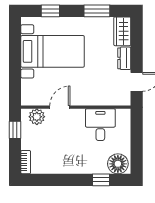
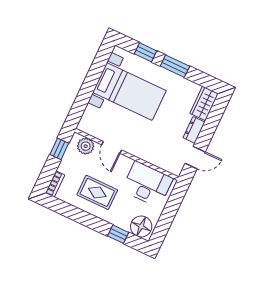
window: (97, 11) -> (175, 66), moved
door: (60, 107) -> (112, 147), swing flipped
desk: (100, 125) -> (147, 184), width x1.37
rug: (66, 152) -> (97, 192), added

